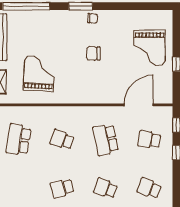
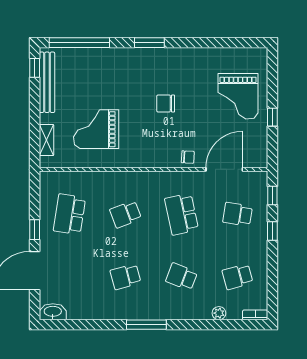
chair: (92, 18) -> (188, 157), moved
grand piano: (39, 74) -> (96, 129), turned -93
school desk: (62, 140) -> (126, 214), turned -39
school desk: (149, 188) -> (238, 277), turned -36

